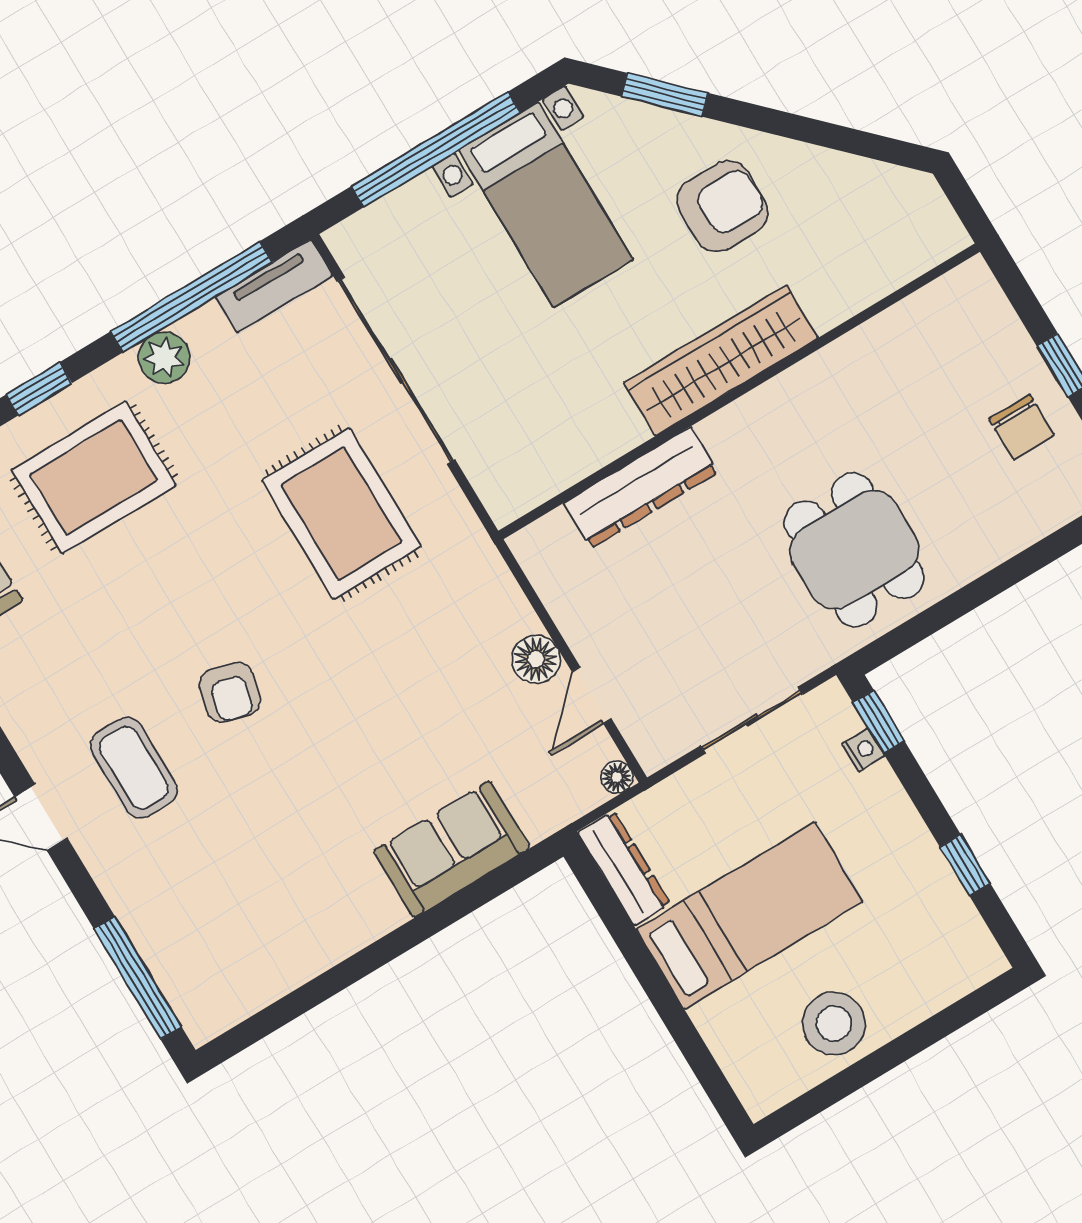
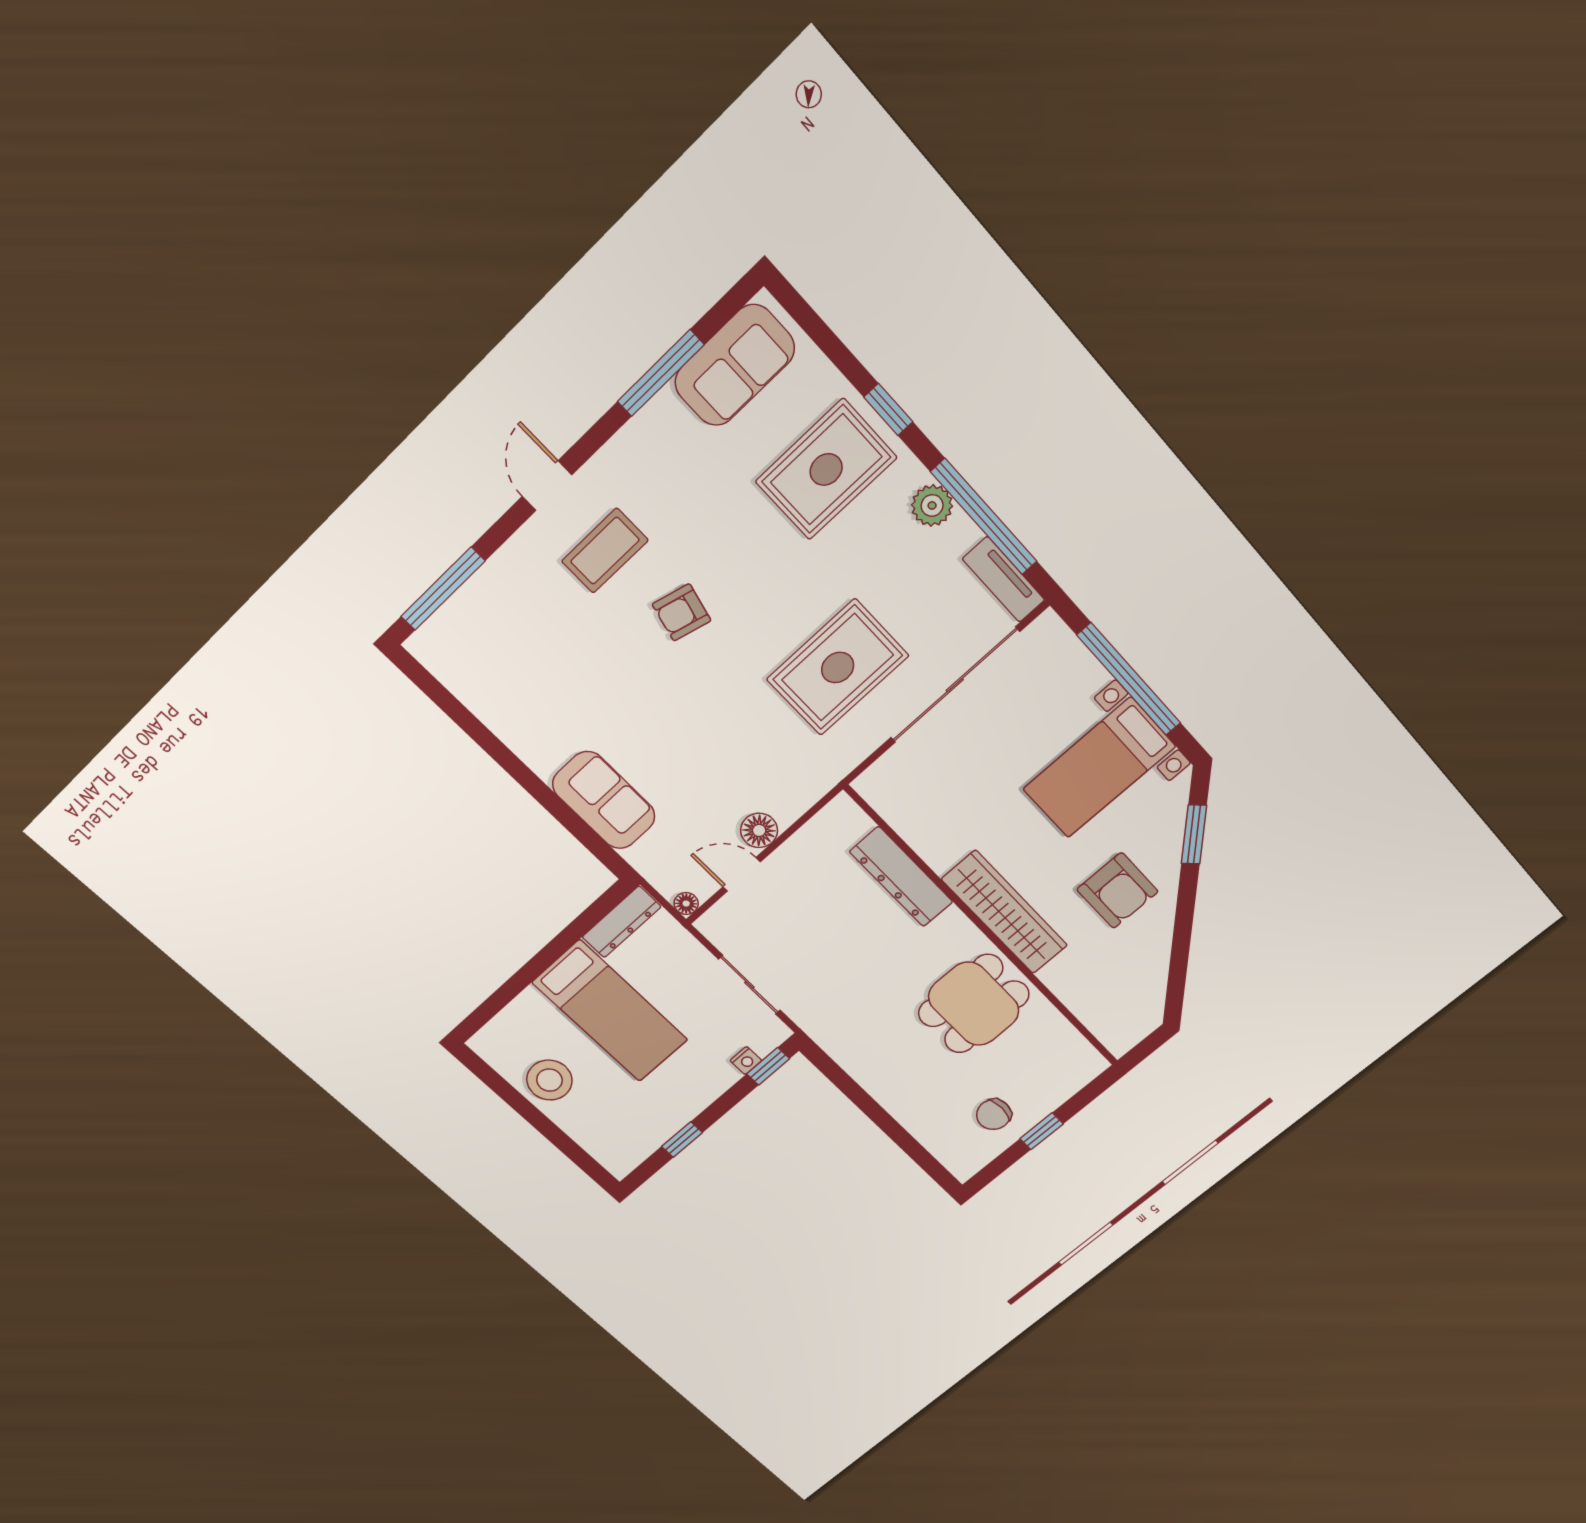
rug: (94, 477) -> (826, 470), turned 90
dining table: (854, 550) -> (974, 1004), moved

